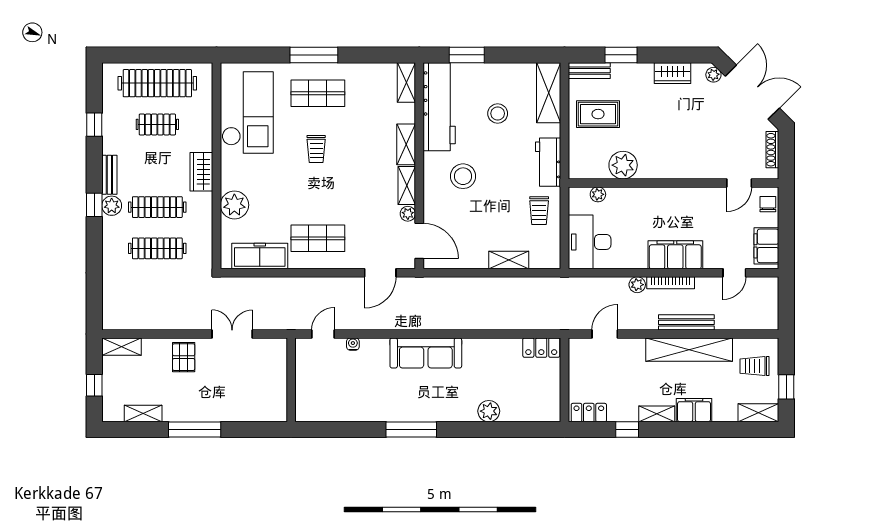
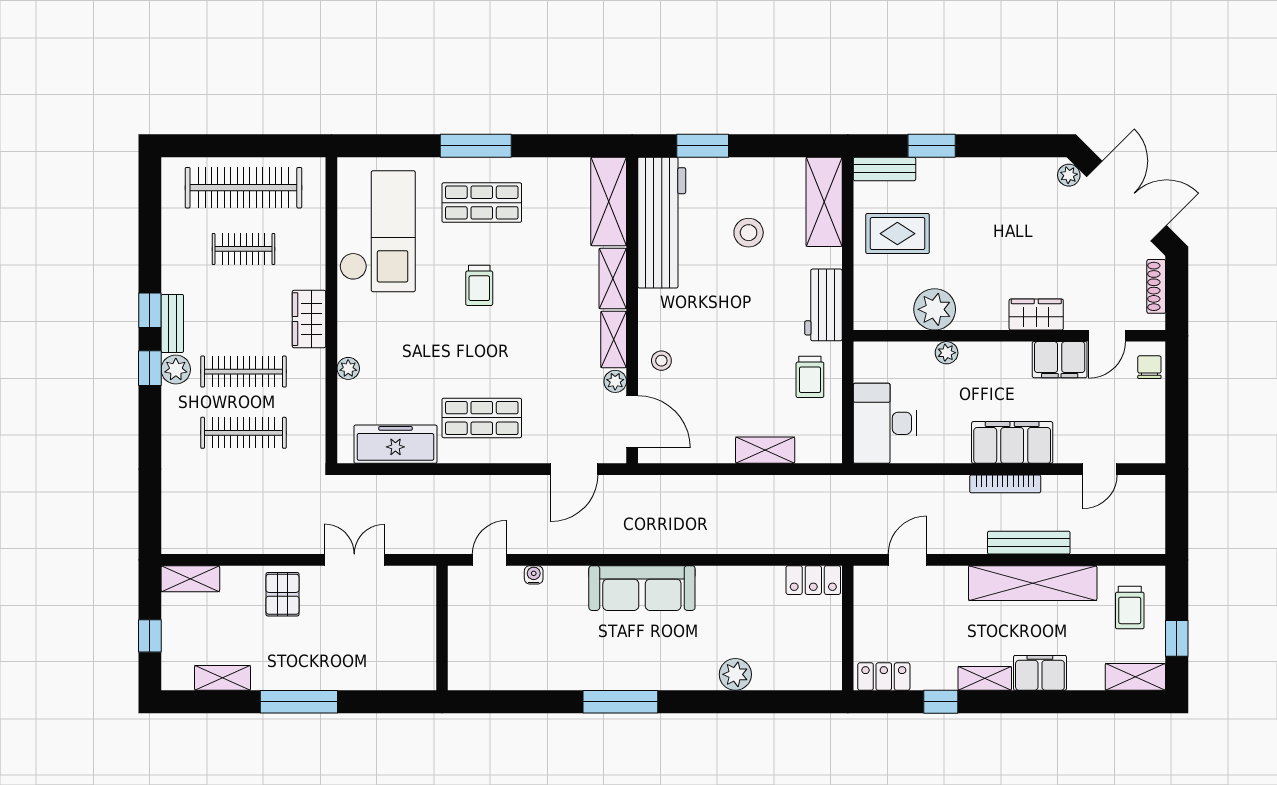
wardrobe: (673, 73) -> (1036, 314), moved, turned 180
shelving: (406, 83) -> (609, 201), width x1.50, depth x1.33
window: (94, 125) -> (150, 310), moved
stool: (463, 176) -> (661, 361), moved, width x0.53, depth x0.53
plant: (598, 194) -> (947, 353), moved
plant: (234, 205) -> (348, 368), width x0.53, depth x0.53
filing cabinet: (766, 246) -> (1060, 360), moved, turned -90
plant: (637, 285) -> (956, 487), removed
trolley: (755, 366) -> (1130, 607), turned -90

